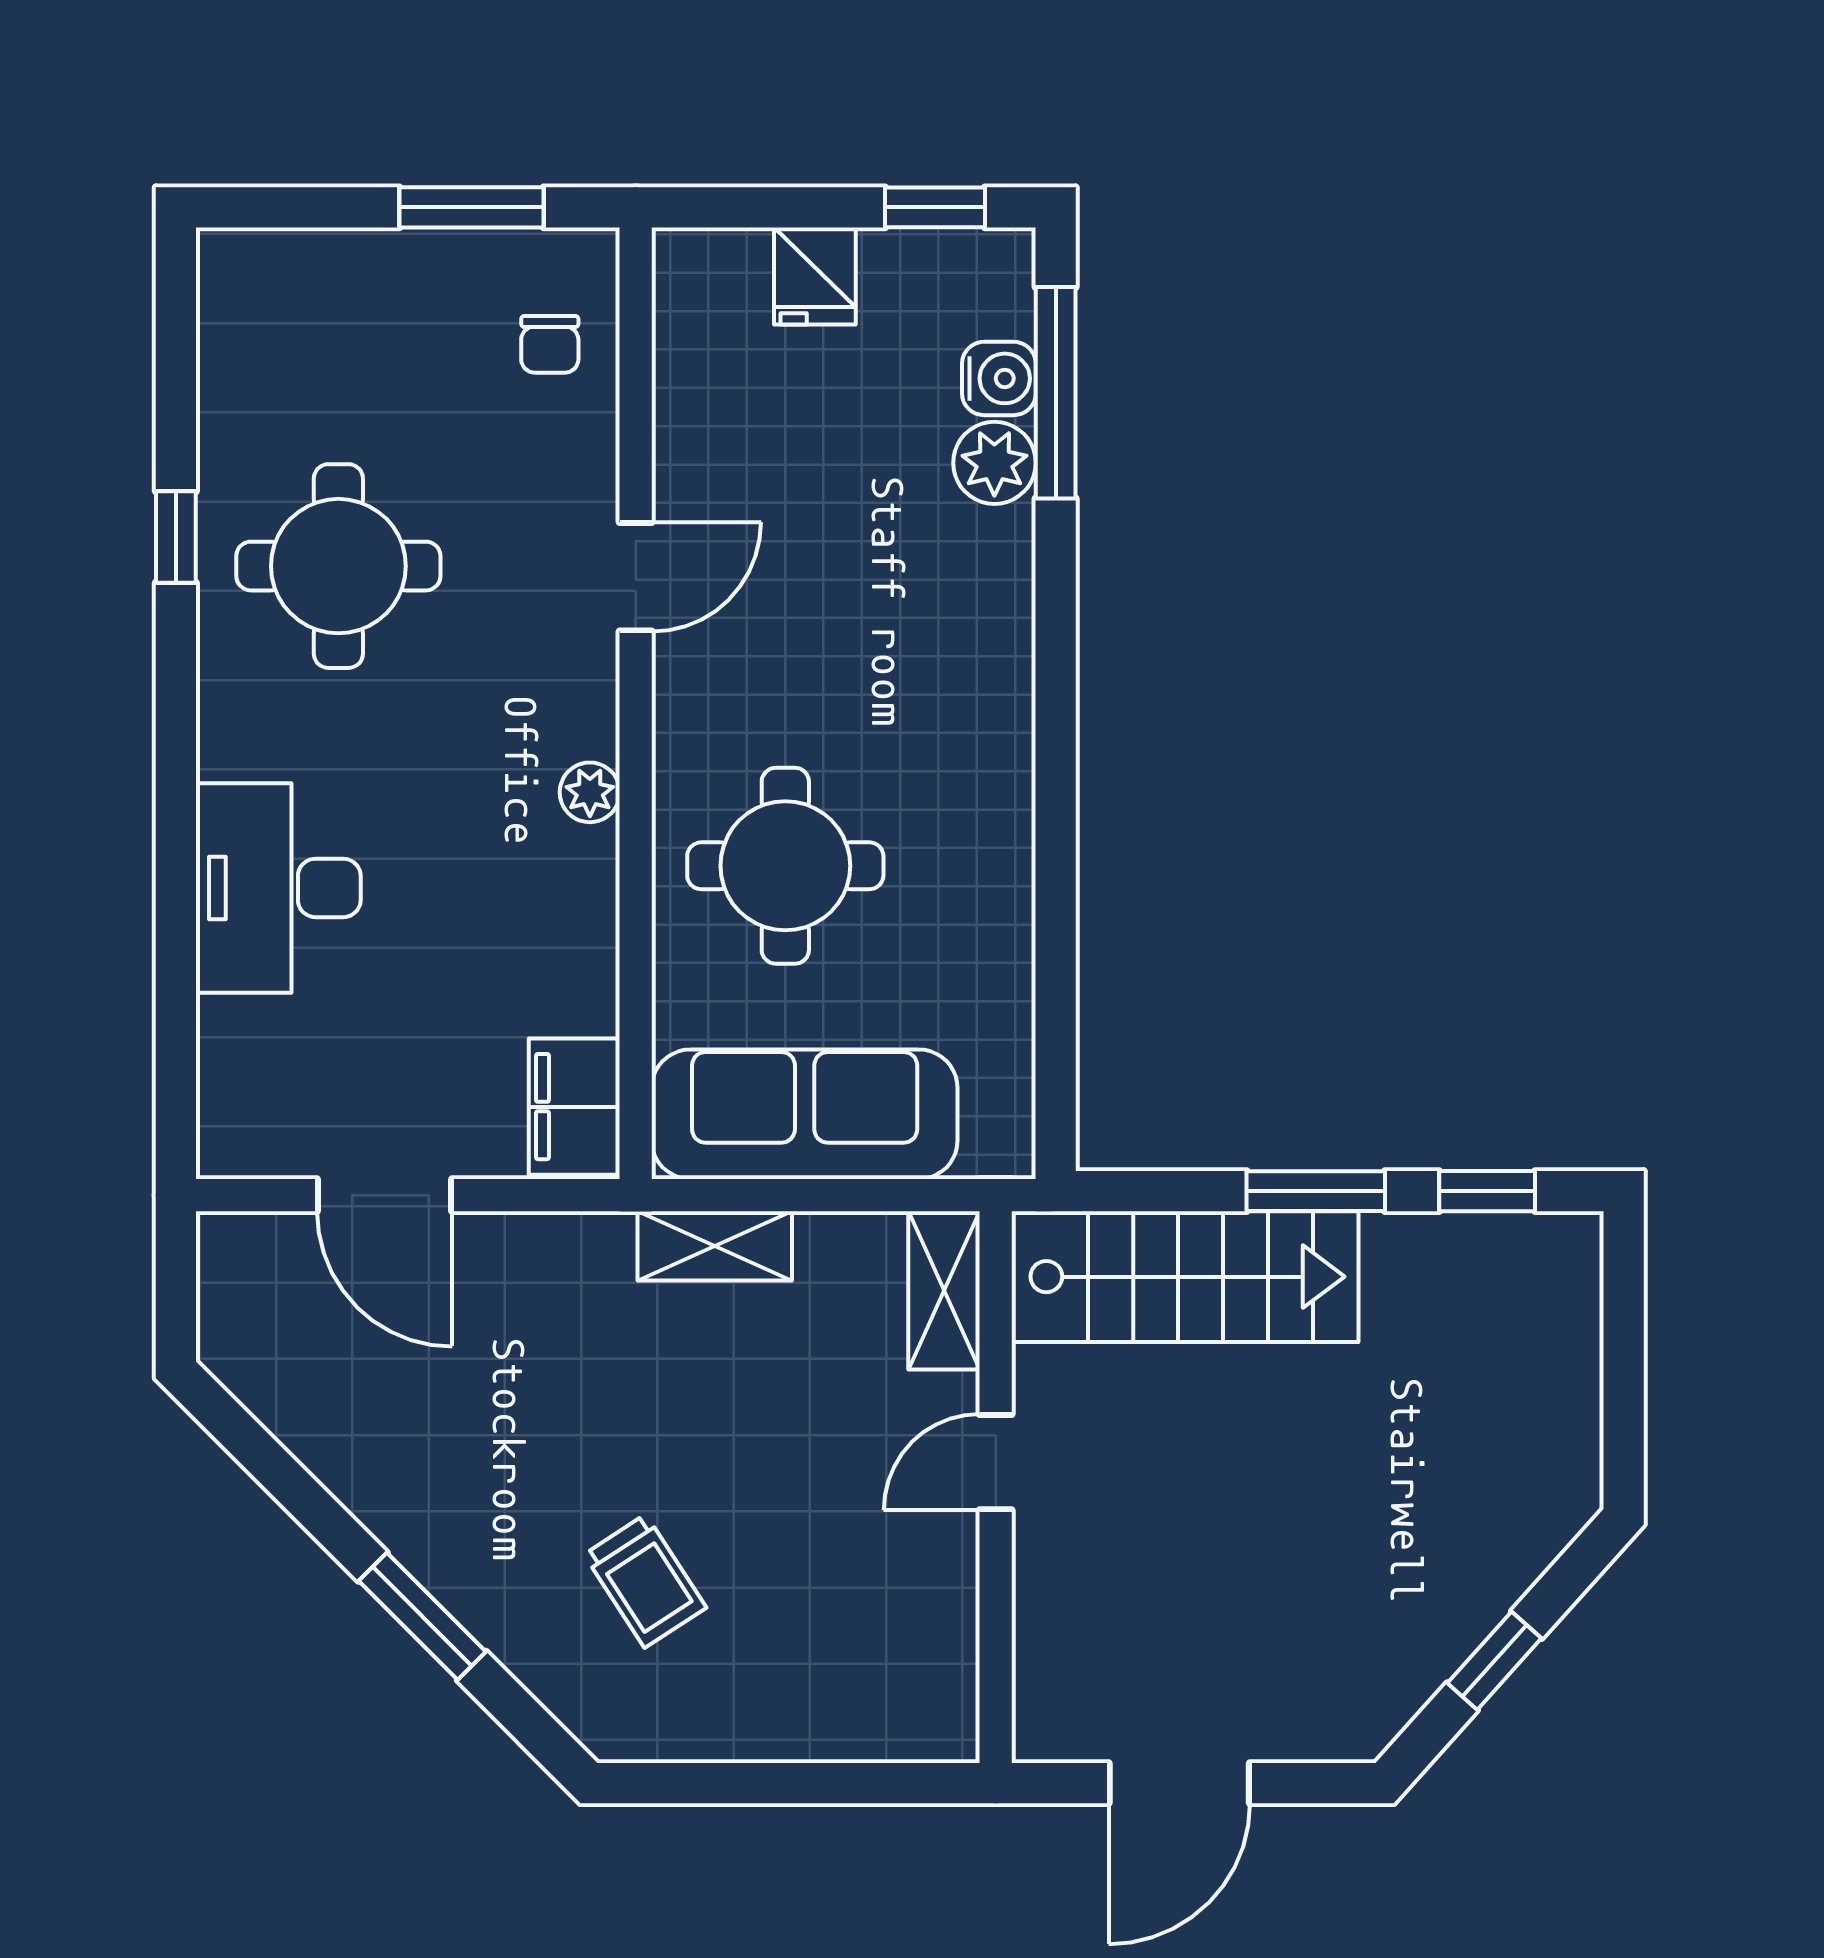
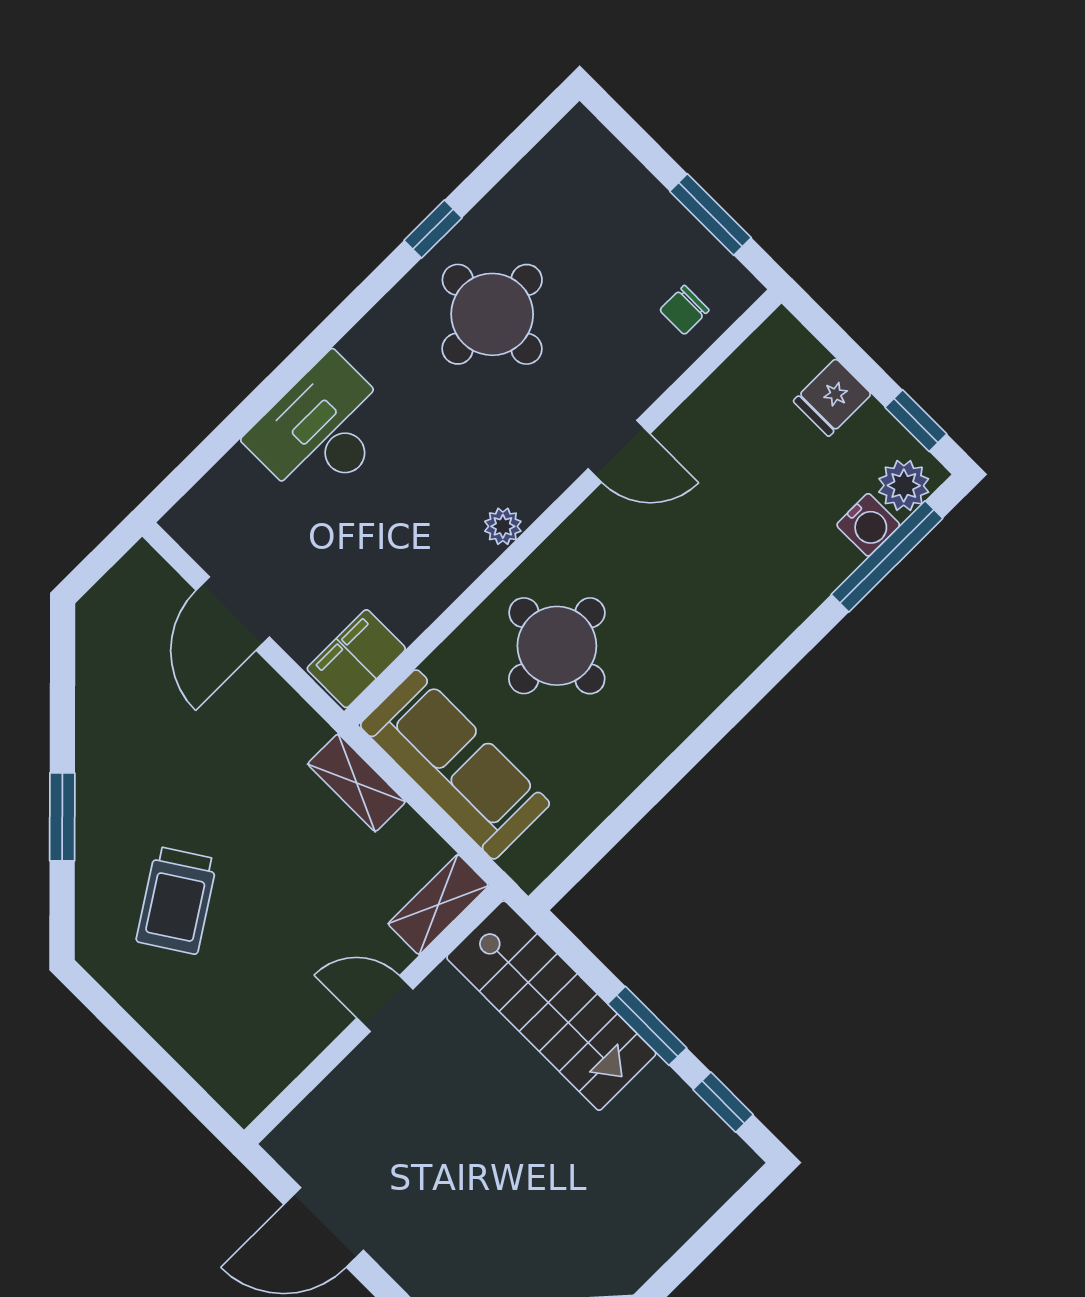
plant: (994, 463) -> (904, 485), moved
trolley: (645, 1581) -> (177, 900), width x1.36, depth x1.39

